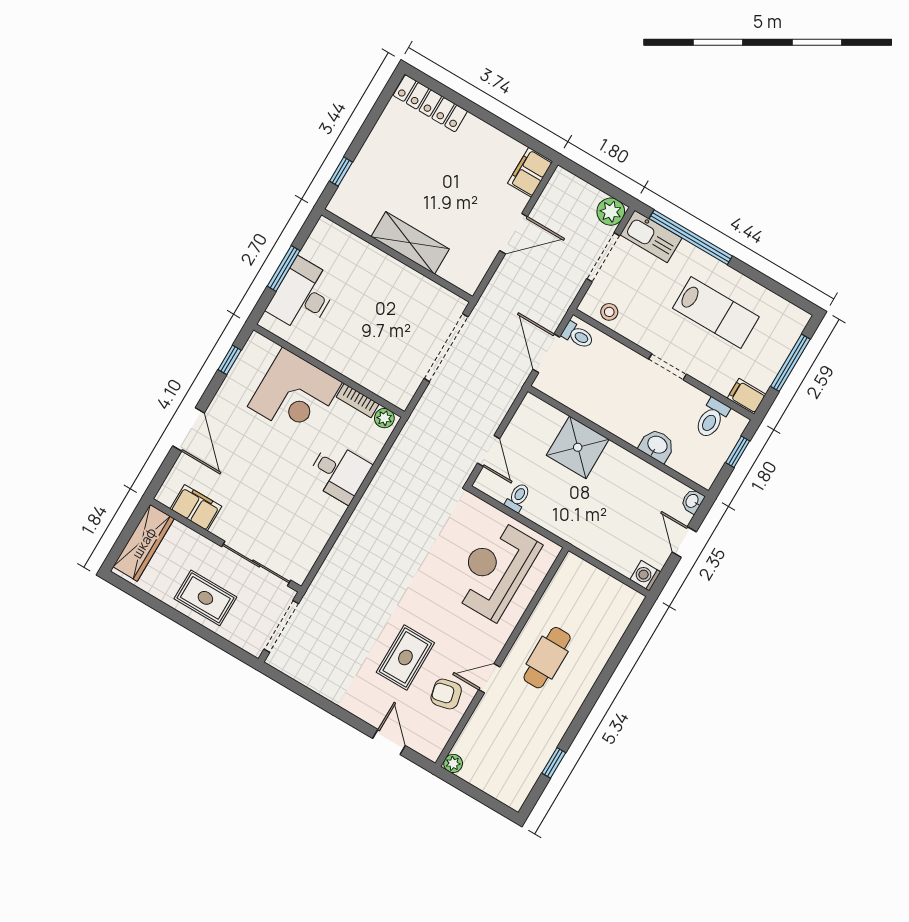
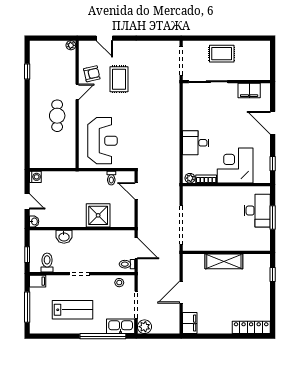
lab bench: (716, 312) -> (73, 310), turned 180
wardrobe: (144, 543) -> (263, 62), removed

